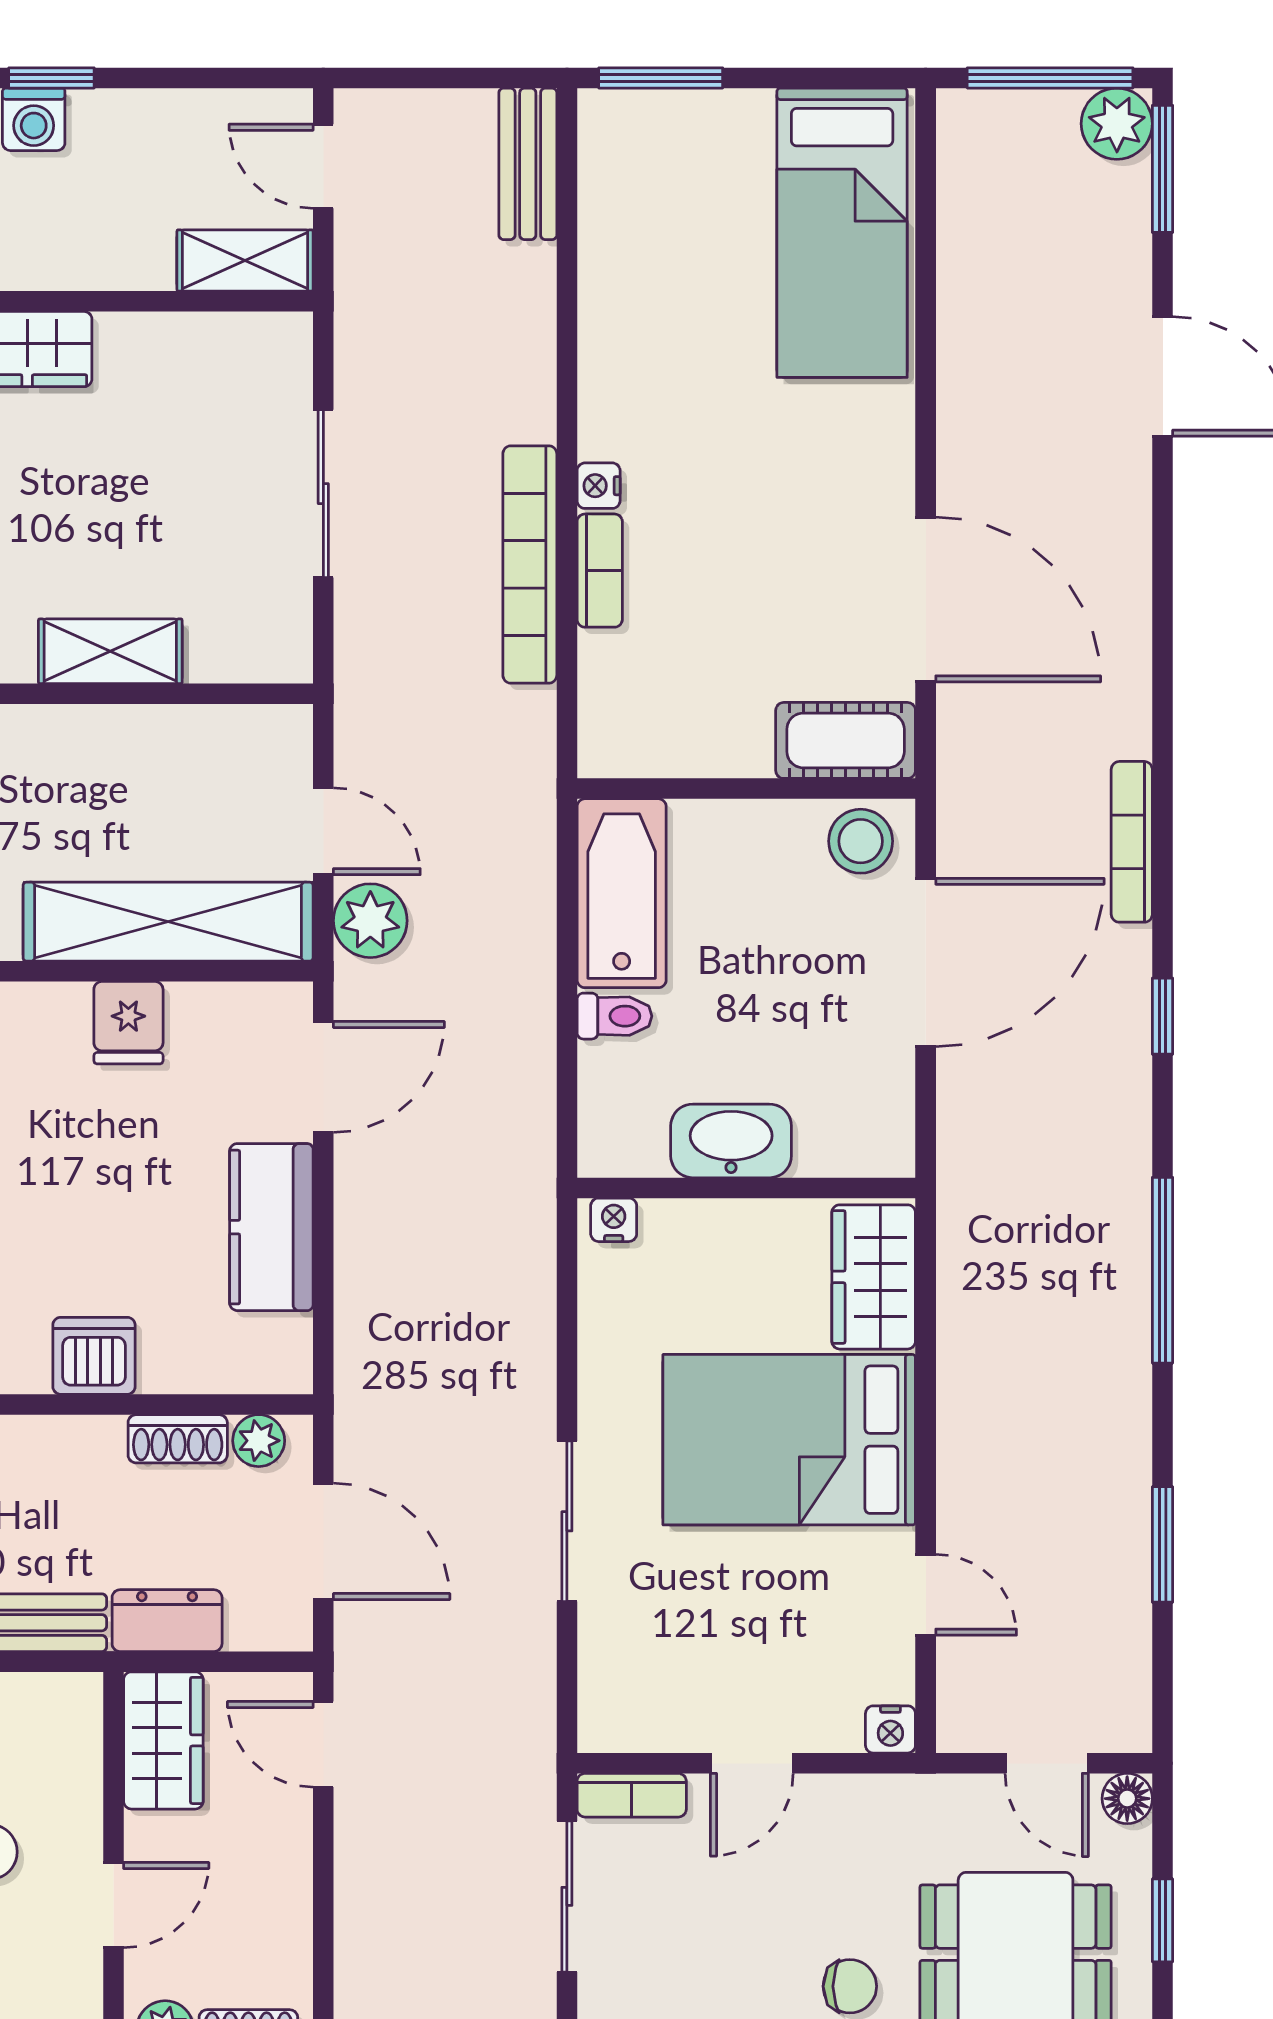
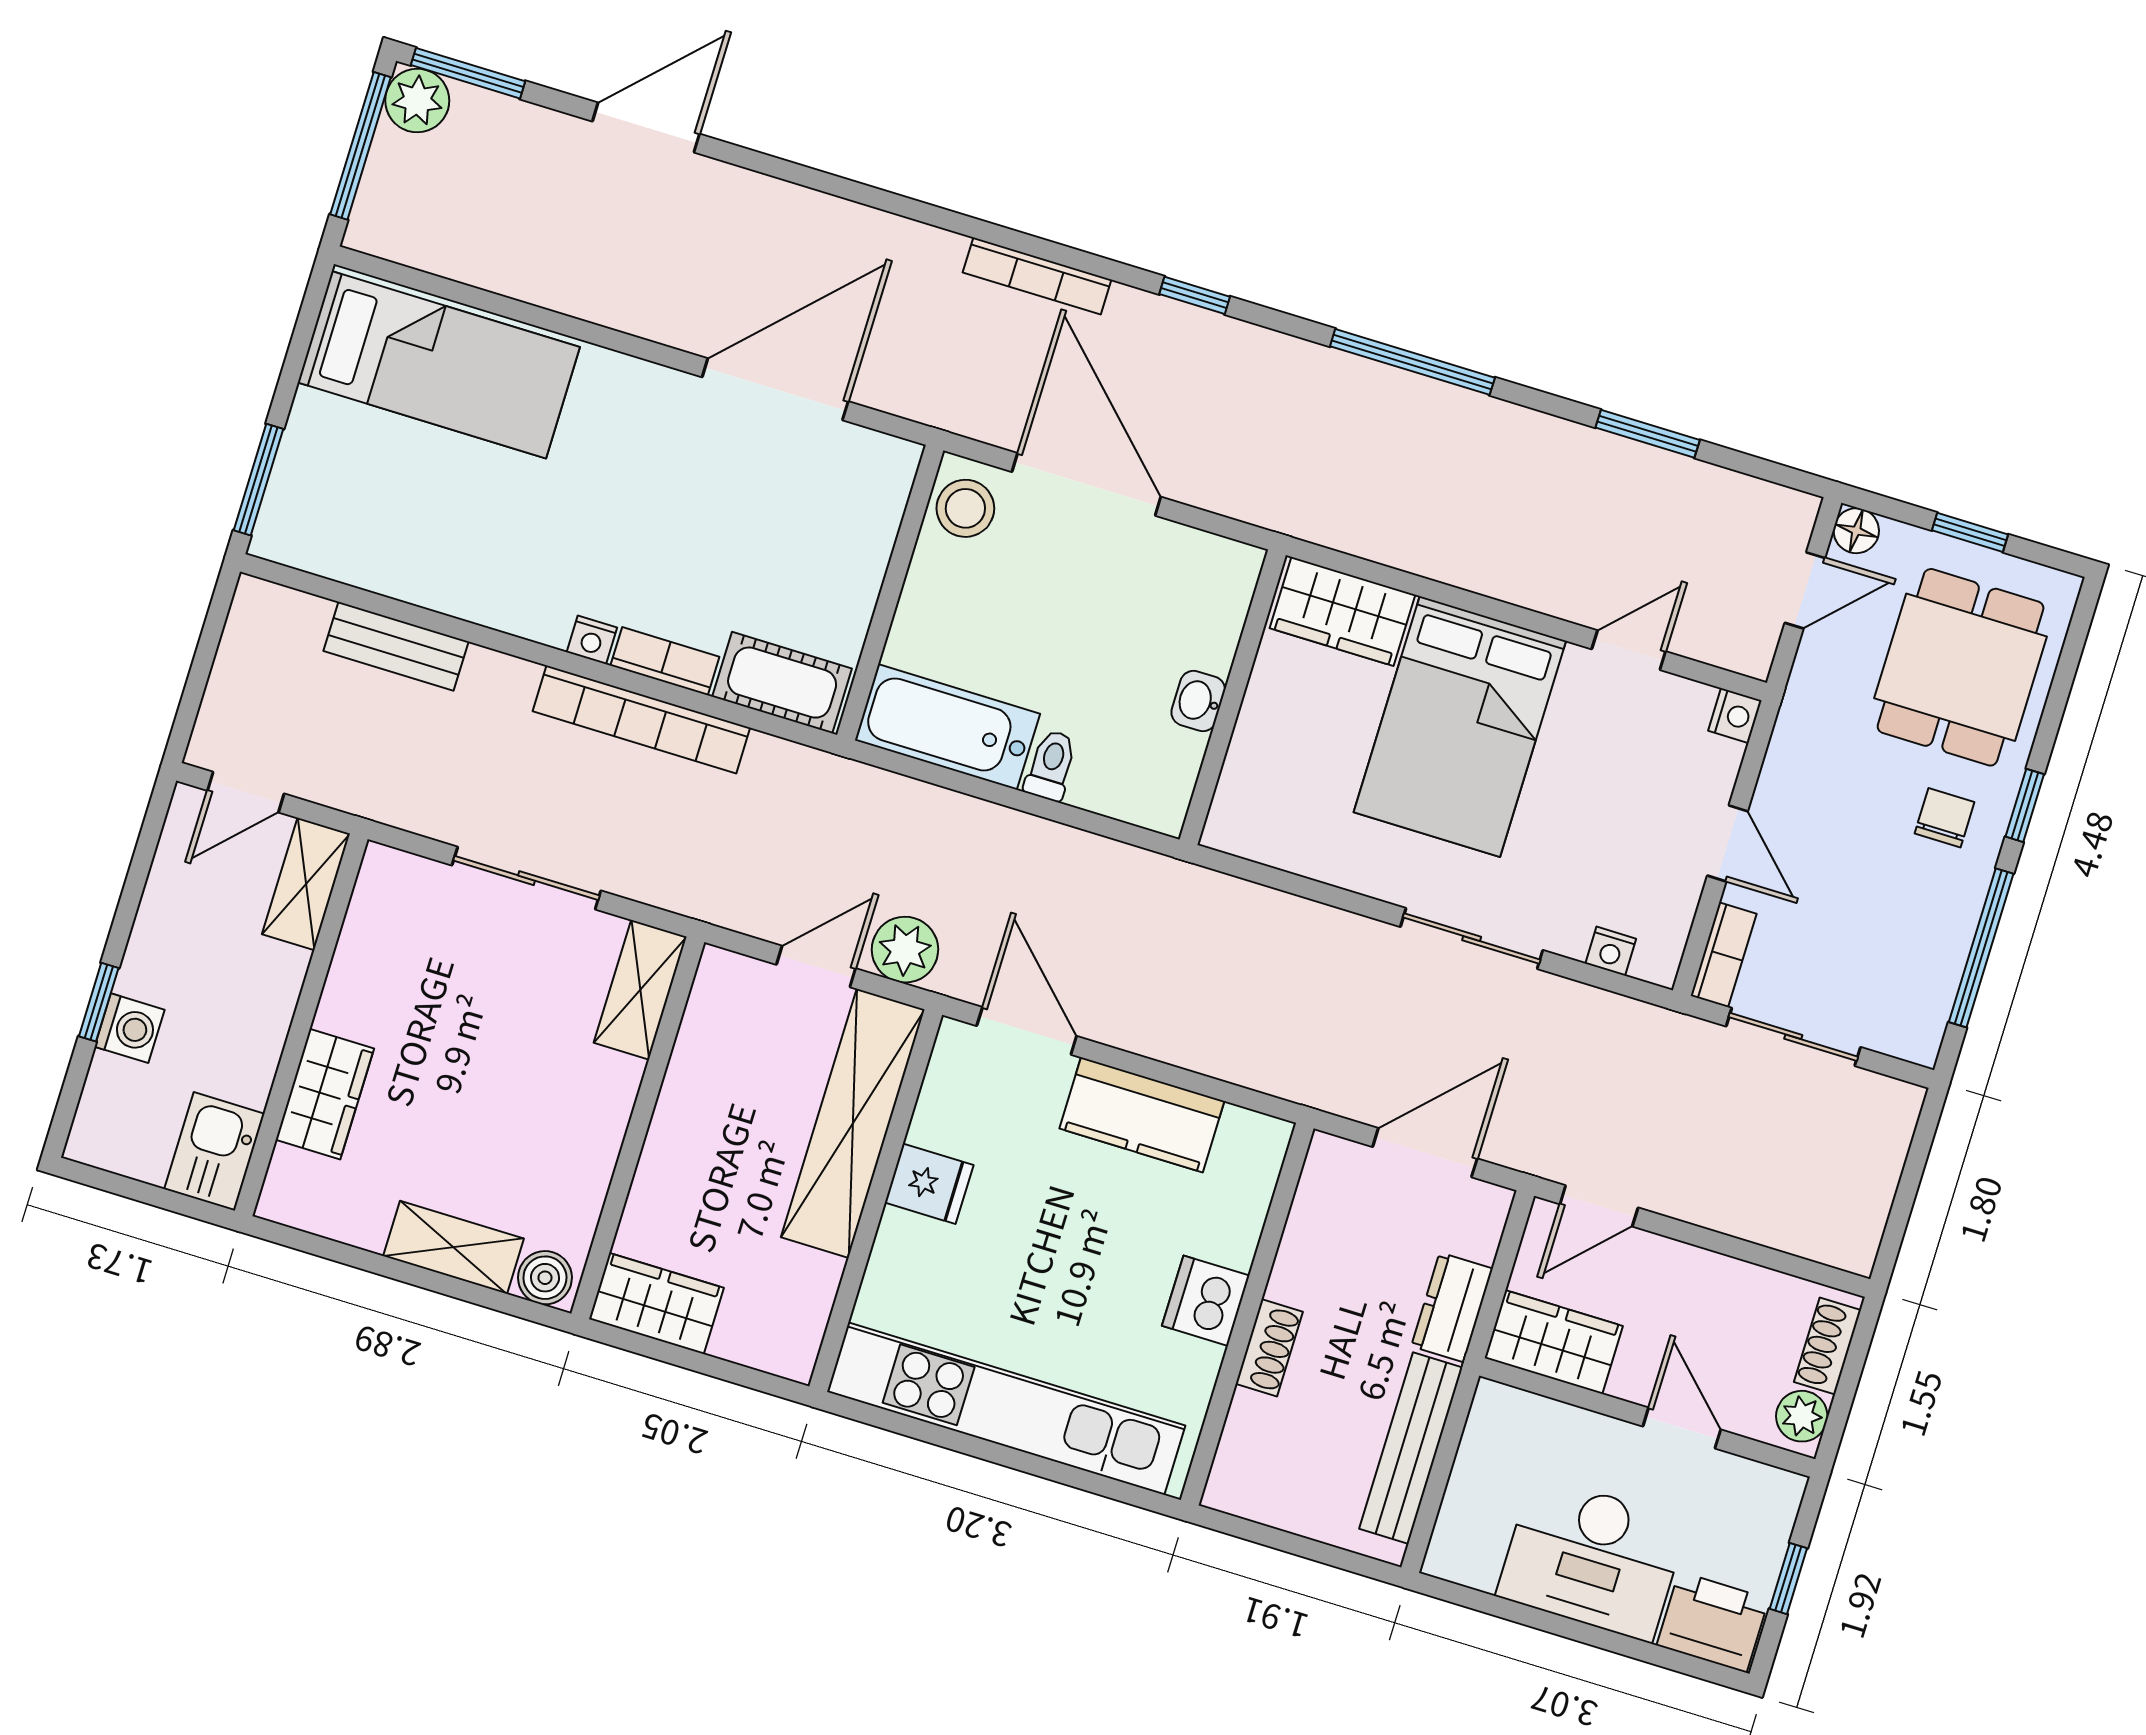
bench: (528, 164) -> (396, 646), moved
shelving: (110, 651) -> (640, 990), moved
cot: (846, 740) -> (782, 683), moved, turned 90
washbasin: (731, 1141) -> (1198, 701), width x0.52, depth x0.69
nightstand: (614, 1220) -> (1611, 951), moved, turned -90
shoe rack: (178, 1439) -> (1269, 1348), moved
plant: (259, 1441) -> (1322, 1182), removed

